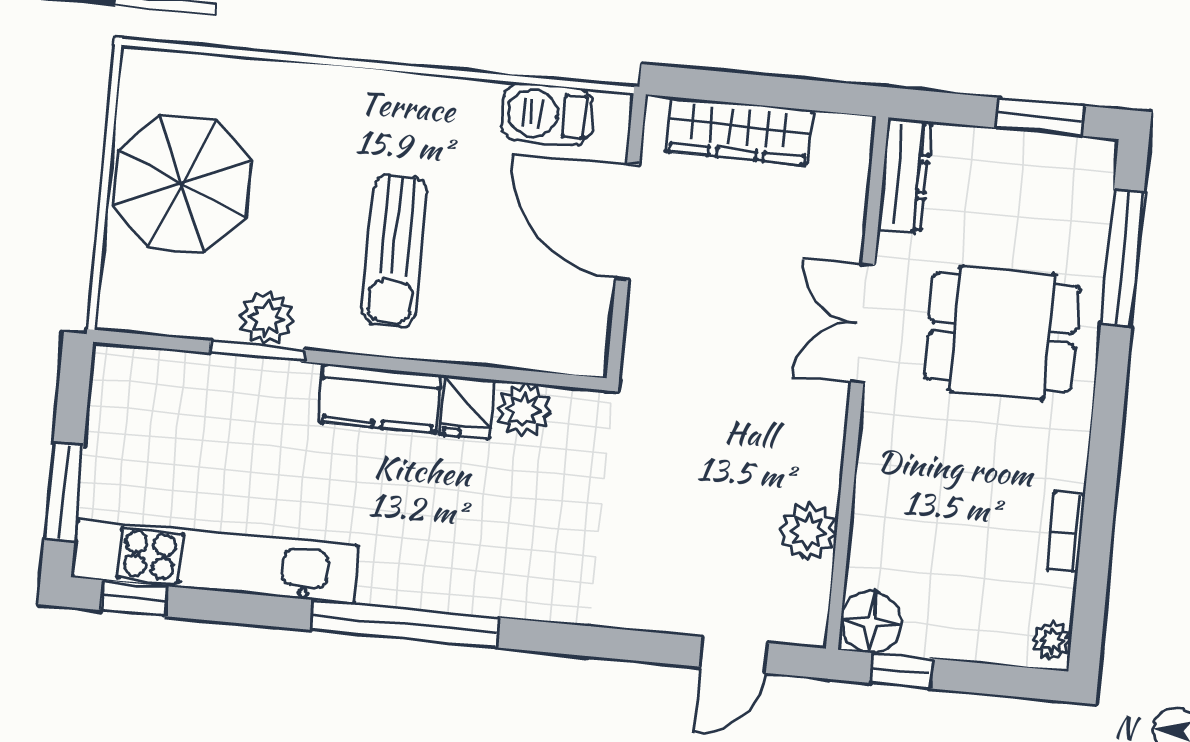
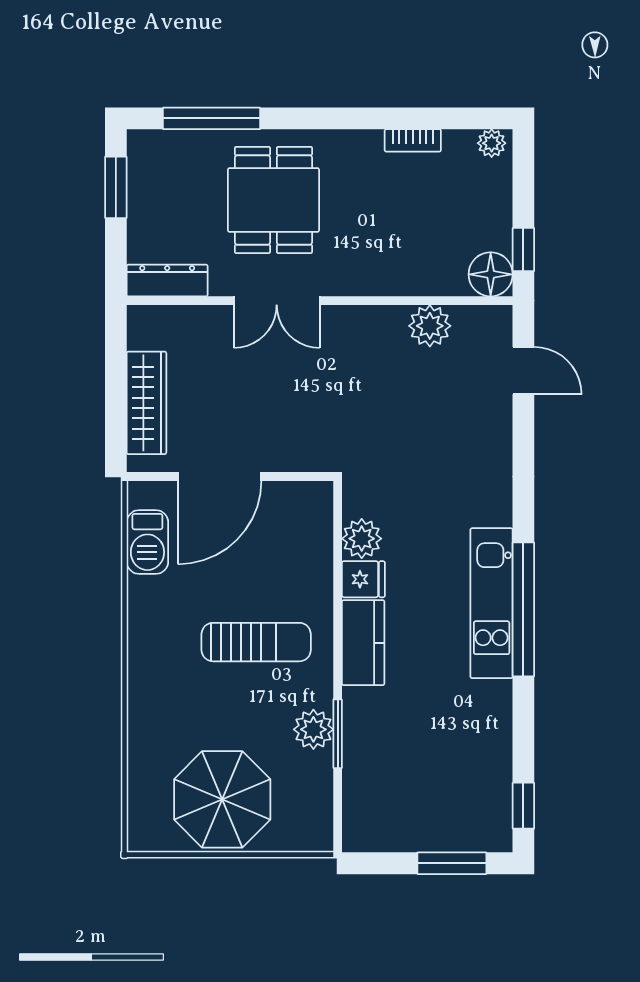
kitchen unit: (215, 561) -> (492, 603), moved, width x0.73

